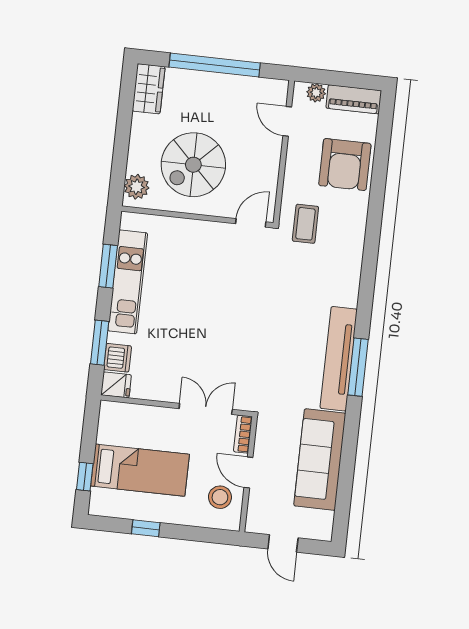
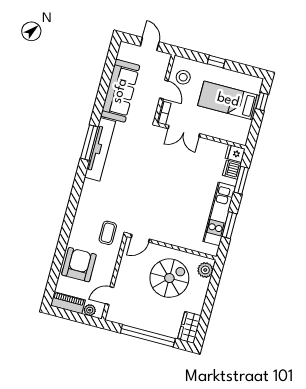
door: (287, 121) -> (110, 296), swing flipped
window: (146, 528) -> (216, 62), moved

